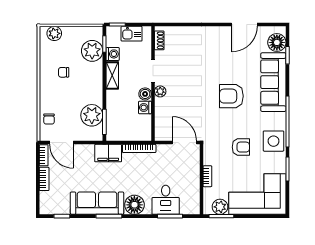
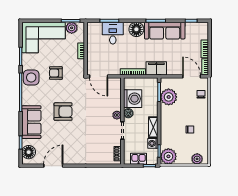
plant: (92, 51) -> (168, 156), moved
sofa: (273, 82) -> (31, 122), width x0.73
washing machine: (145, 108) -> (133, 99), width x1.89, depth x1.89

